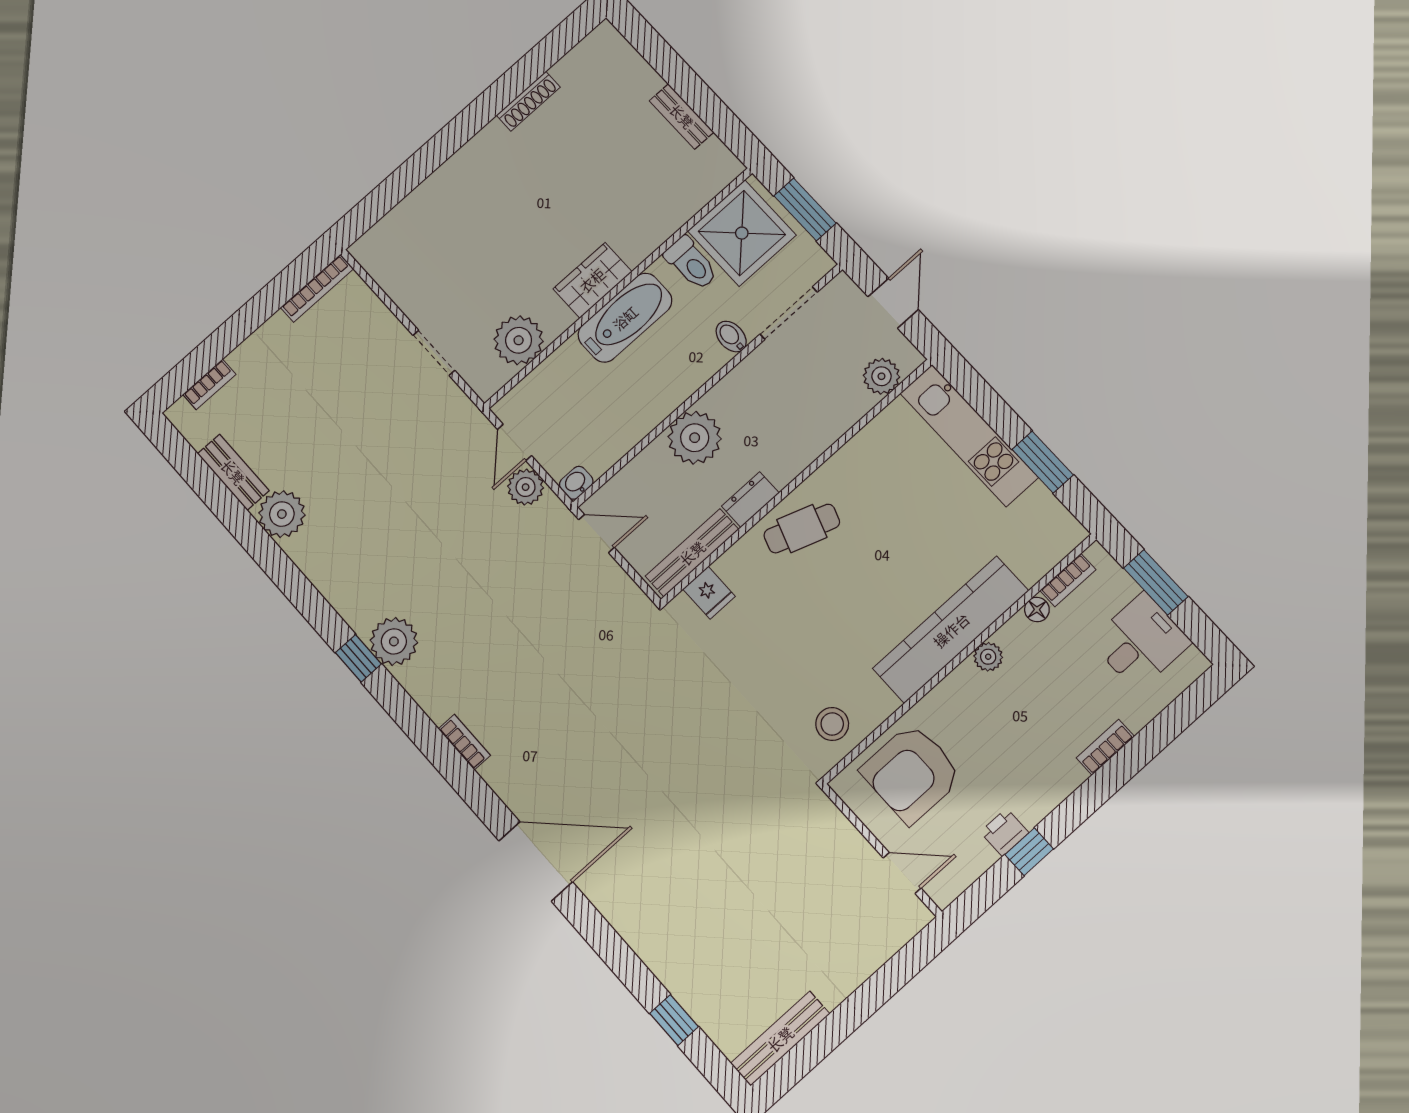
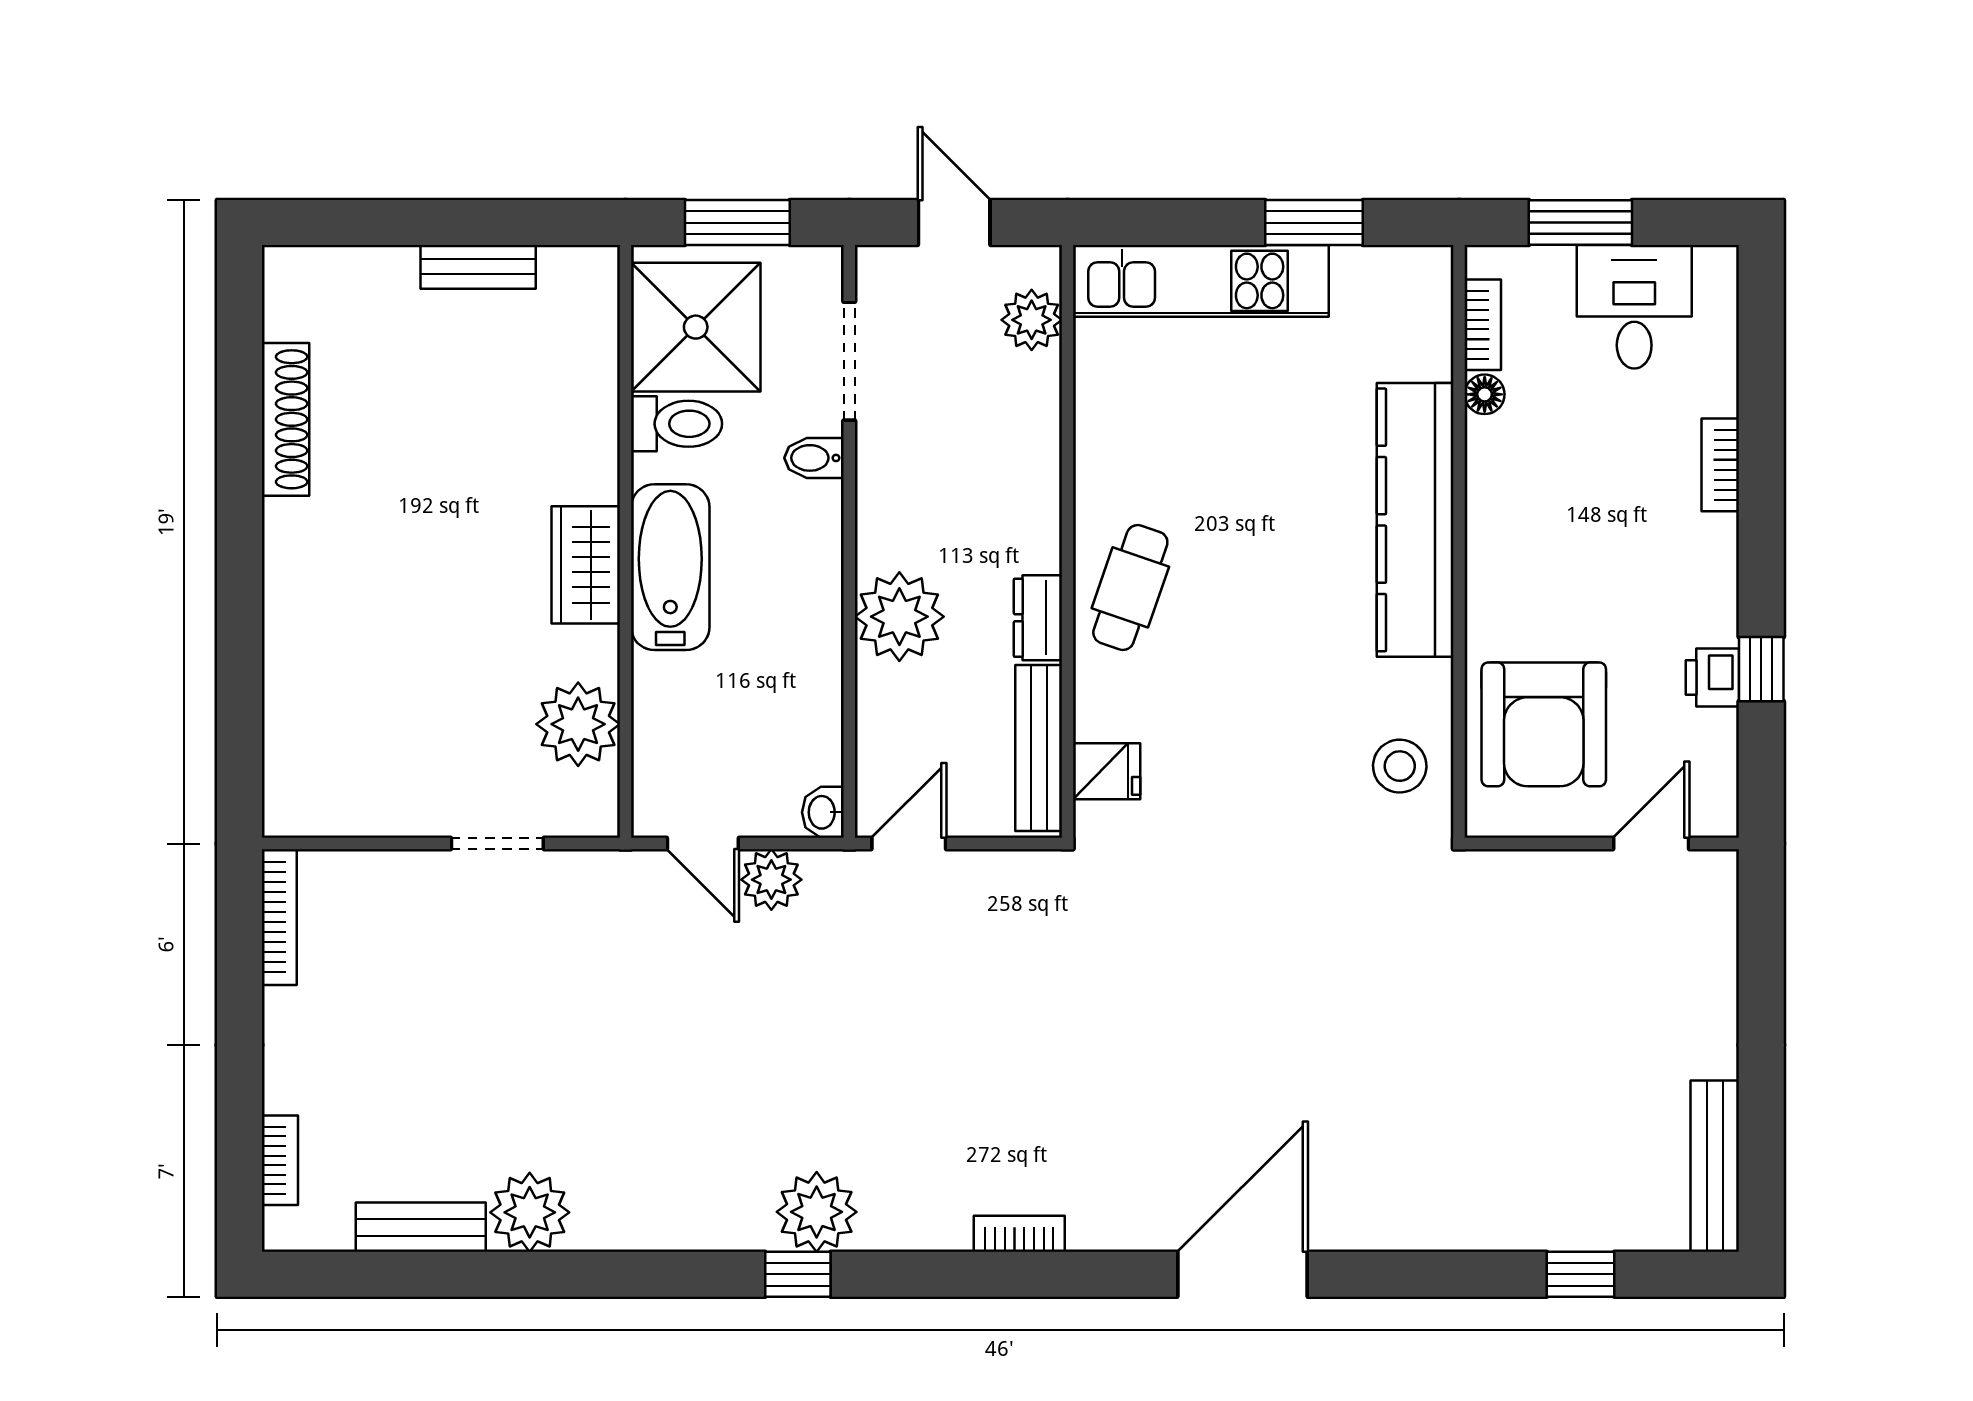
shoe rack: (528, 101) -> (285, 419), width x1.36, depth x1.24
plant: (988, 657) -> (1488, 505), removed

